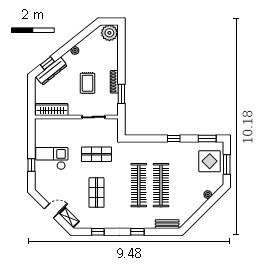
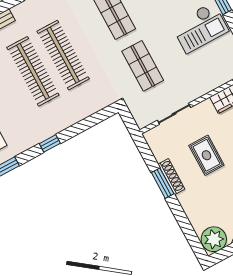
window: (121, 94) -> (163, 183), moved
shop shelf: (96, 154) -> (143, 66), turned 90

